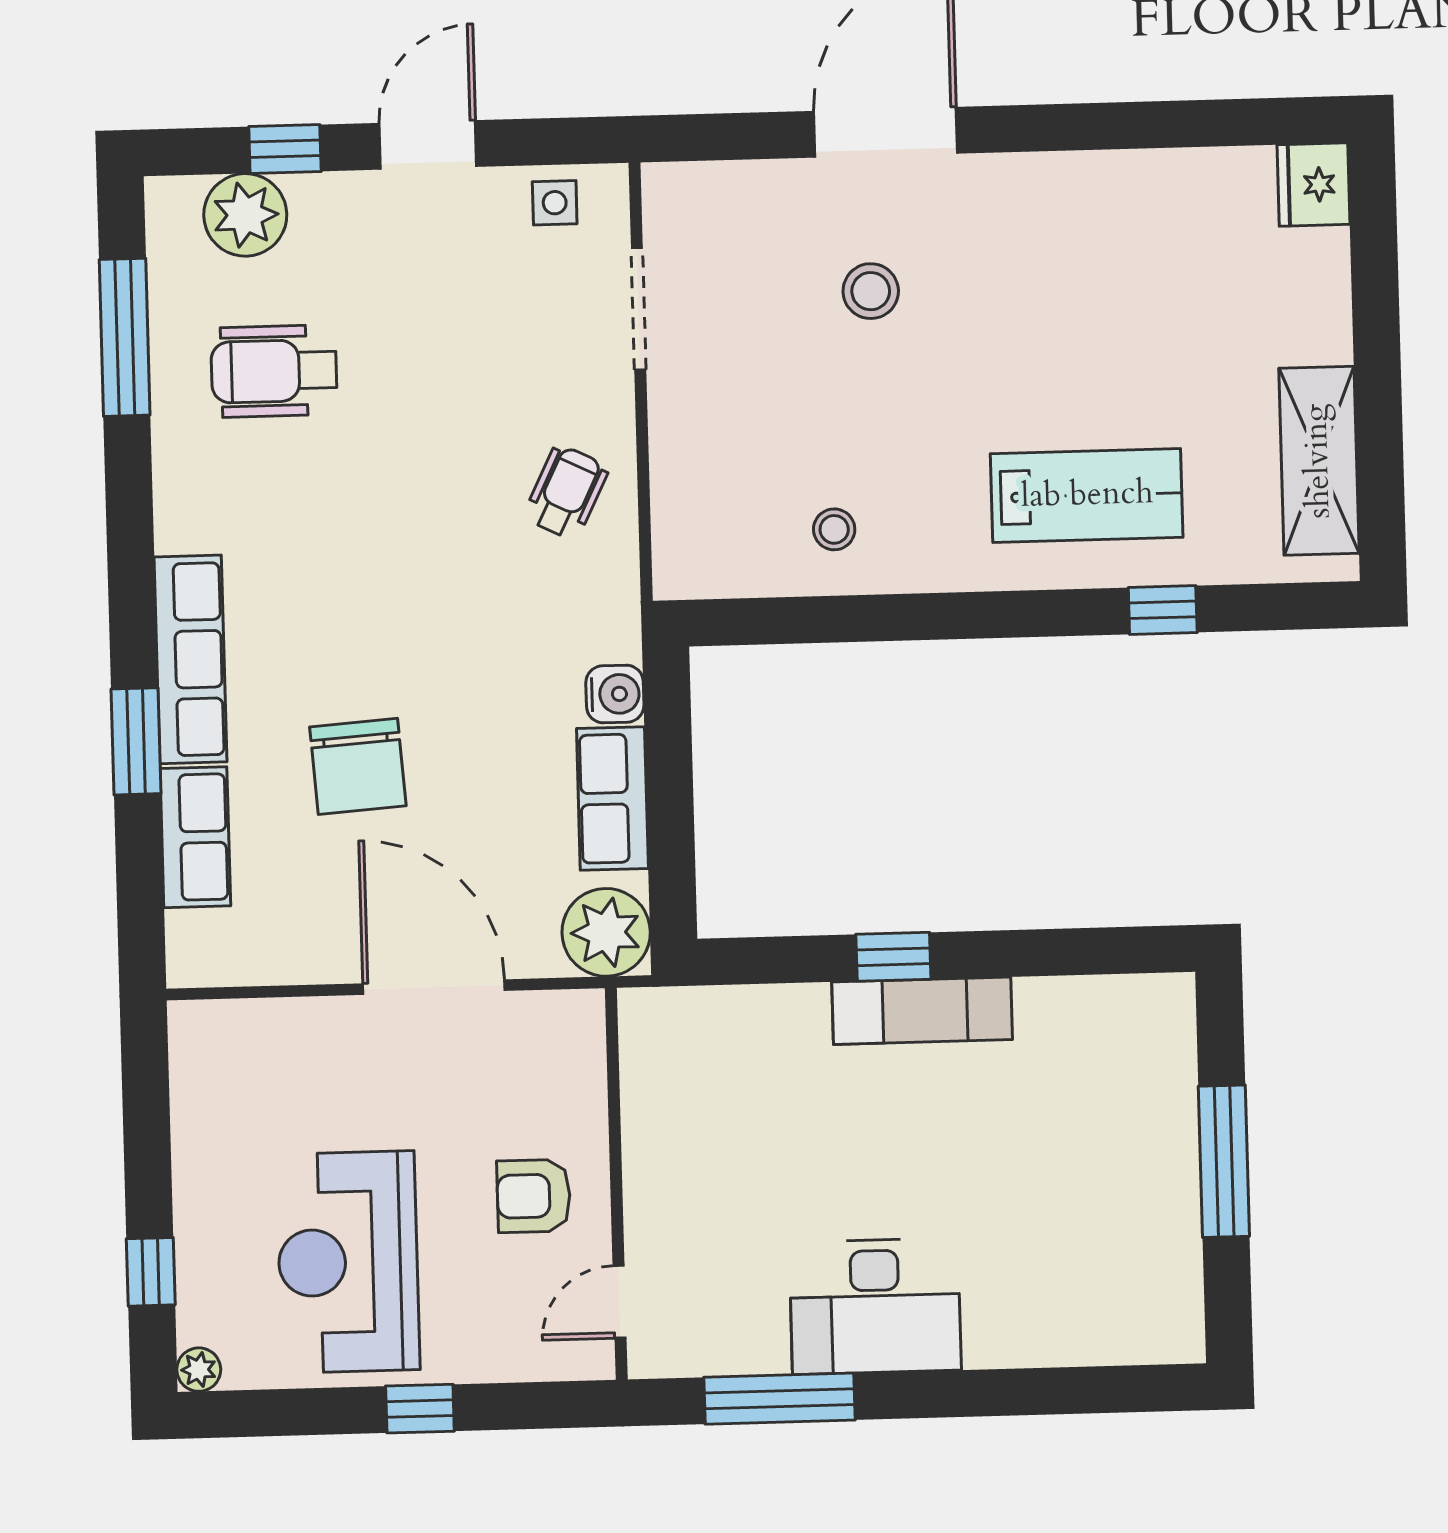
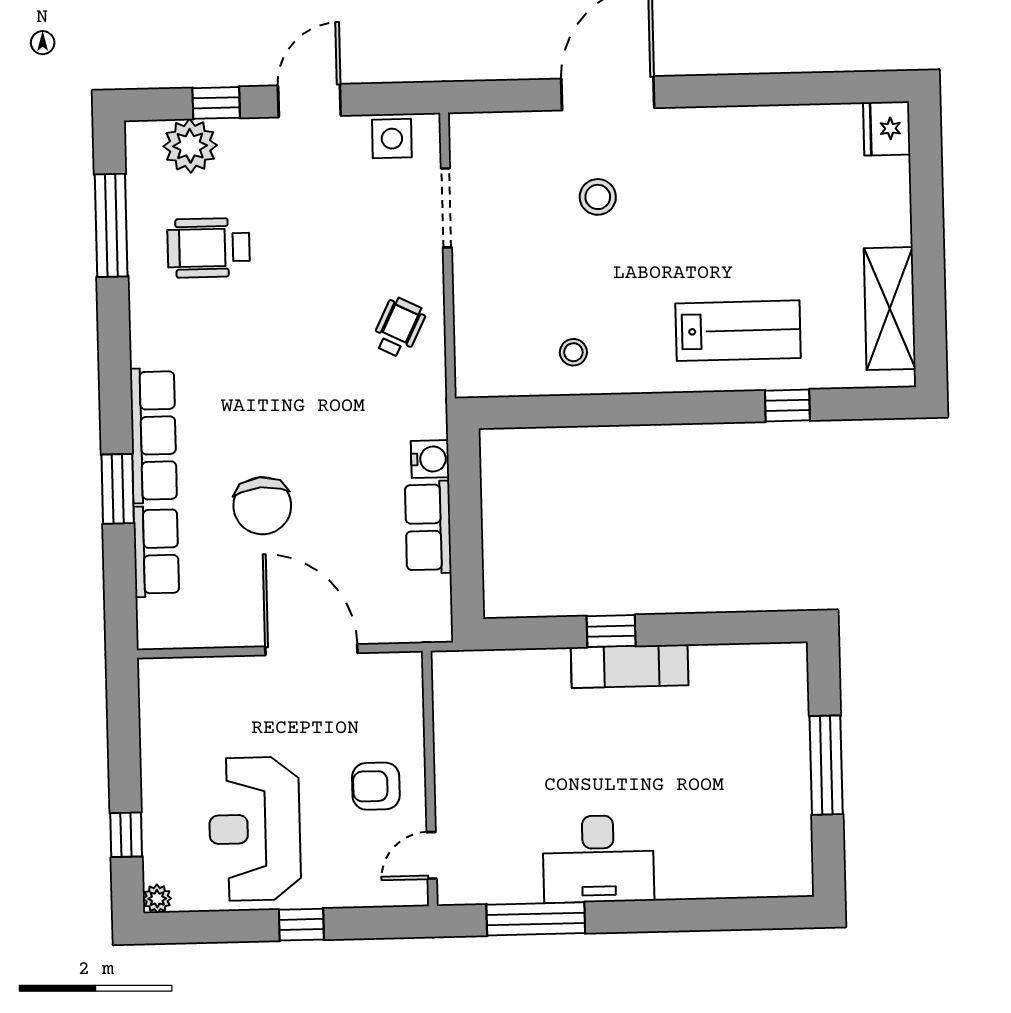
side table: (555, 203) -> (392, 139), width x1.37, depth x1.37
plant: (606, 932) -> (424, 614), removed

